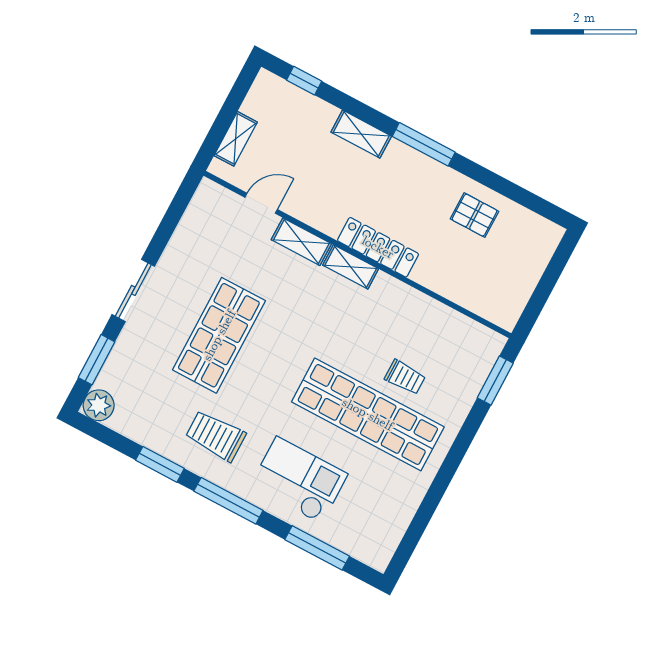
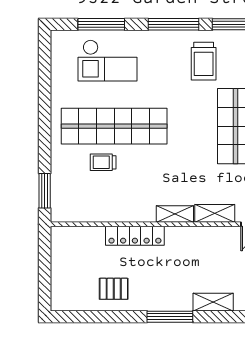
locker: (378, 247) -> (135, 236), moved
trolley: (216, 436) -> (204, 61), turned 90
checkout: (299, 480) -> (108, 60), moved

